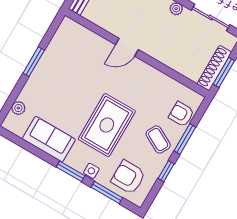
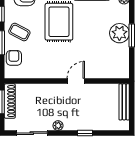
plant: (46, 72) -> (119, 33), added
armchair: (181, 114) -> (14, 58), turned -90

